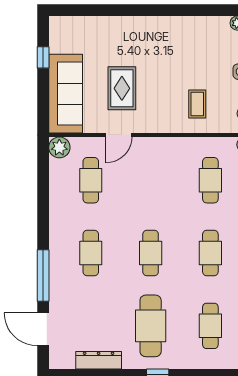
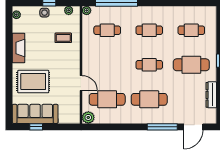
fireplace: (180, 27) -> (18, 48), added
rug: (122, 88) -> (33, 82), moved, width x1.36, depth x1.43
sofa: (66, 94) -> (35, 114), moved
cafe table: (91, 180) -> (107, 99), width x1.37, depth x1.35
cafe table: (91, 253) -> (149, 99), width x1.37, depth x1.35

